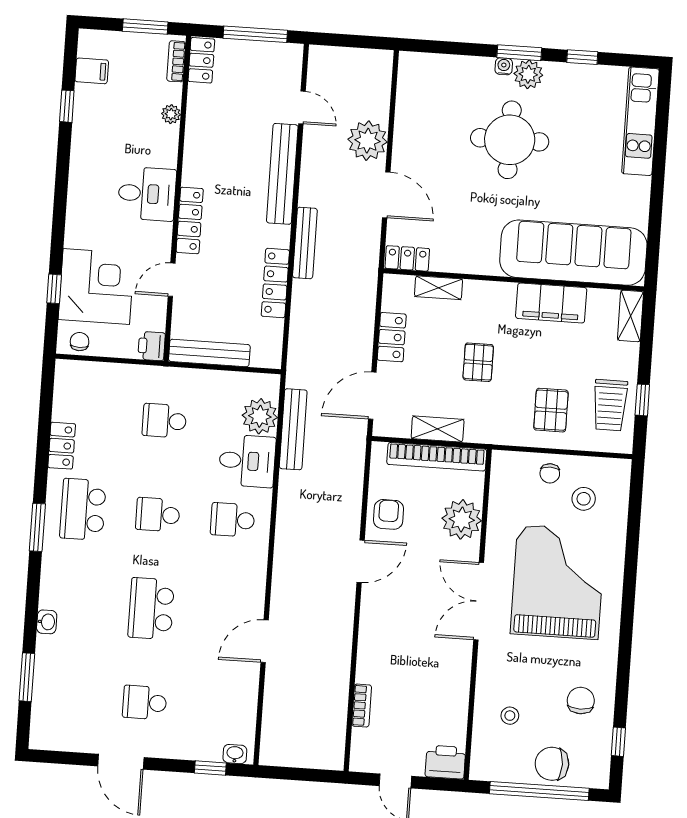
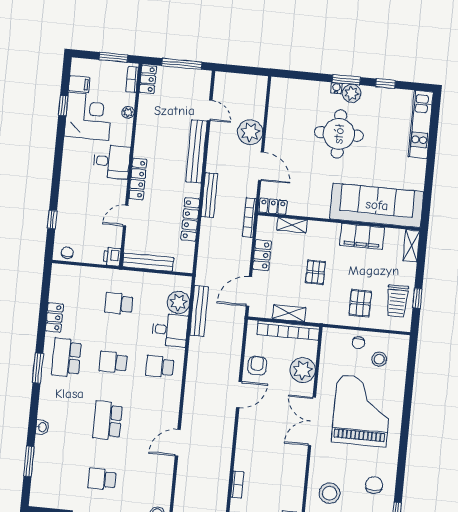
bookcase: (370, 277) -> (249, 218), added
corner desk: (96, 286) -> (88, 116), moved
stool: (510, 716) -> (330, 493), width x1.89, depth x1.89

